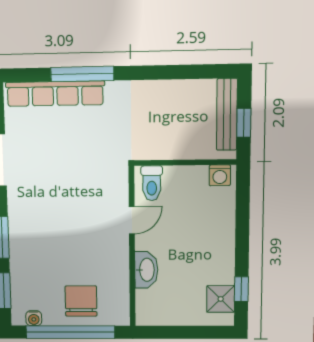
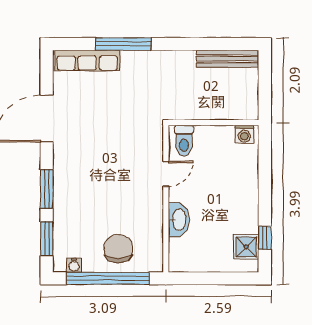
row of seats: (55, 94) -> (87, 60), width x0.73
bench: (227, 114) -> (228, 59), moved, turned 90
window: (244, 123) -> (265, 89), removed

